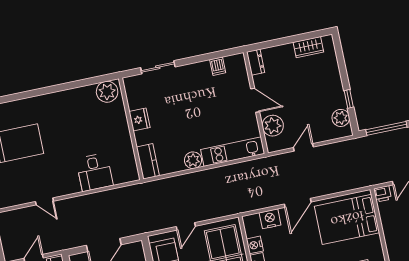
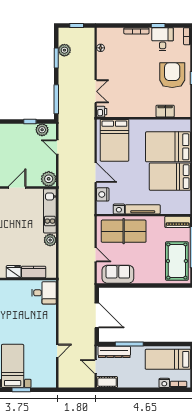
plant: (273, 126) -> (49, 179), moved
door: (303, 147) -> (57, 147), moved
kitchen counter: (148, 161) -> (34, 272), moved
desk: (95, 172) -> (44, 293), moved

